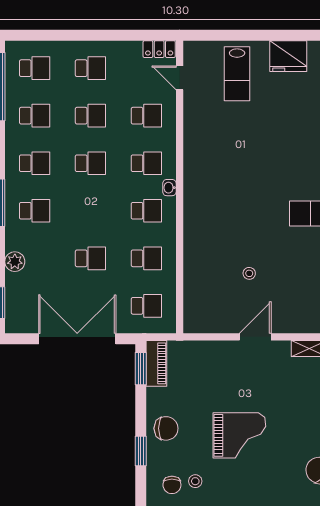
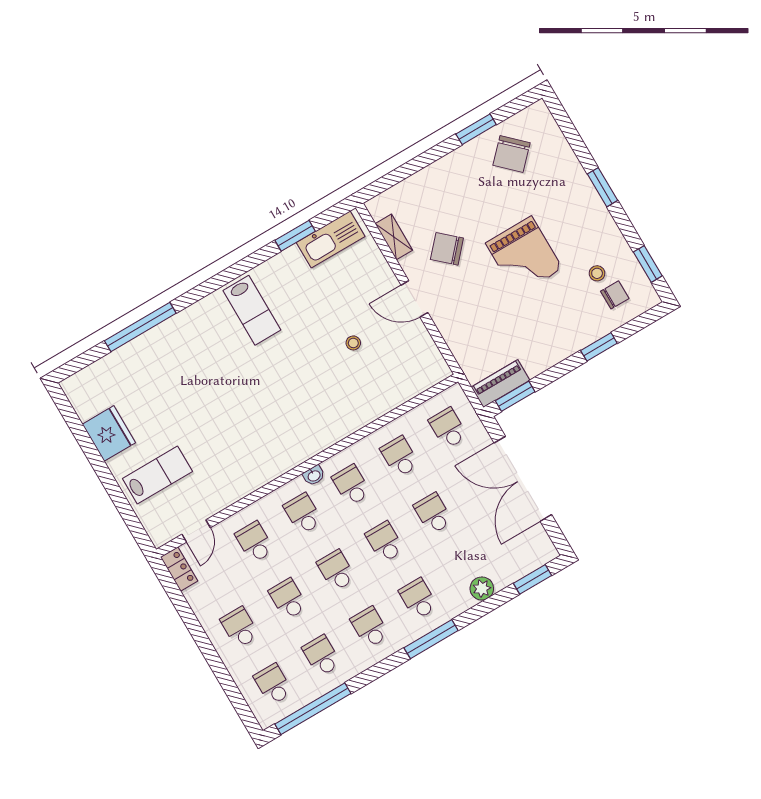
school desk: (90, 211) -> (385, 542), added
chair: (166, 428) -> (447, 249), moved, turned -48
grand piano: (239, 435) -> (524, 256), turned 180

